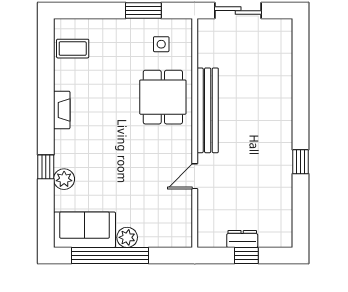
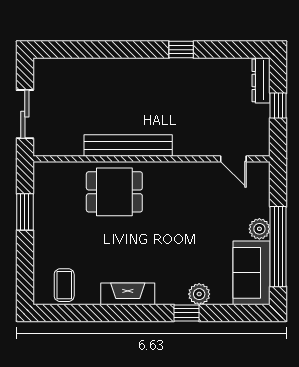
side table: (161, 44) -> (60, 194), removed
fireplace: (62, 110) -> (128, 294), width x1.37, depth x1.32
door: (195, 176) -> (233, 159), moved
dresser: (242, 239) -> (261, 80), moved, width x1.44

